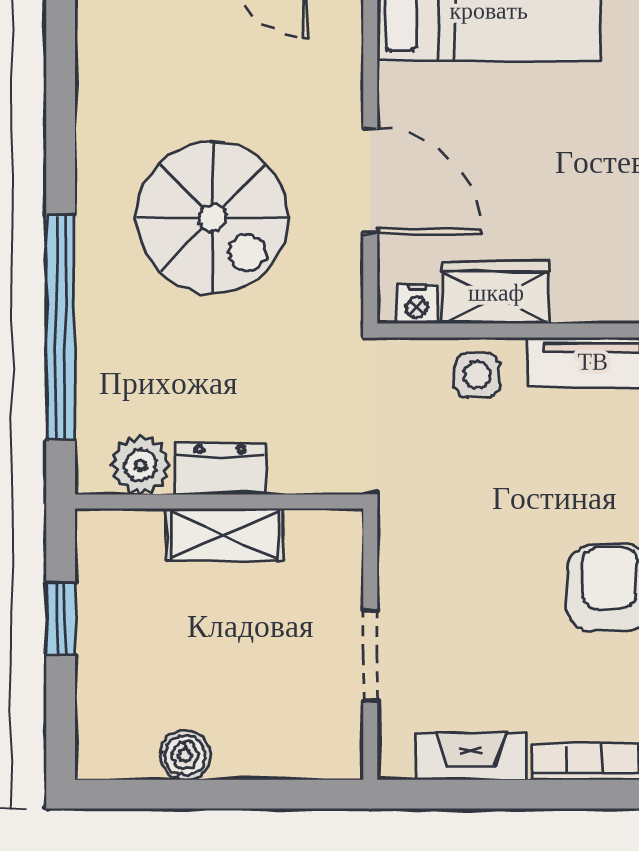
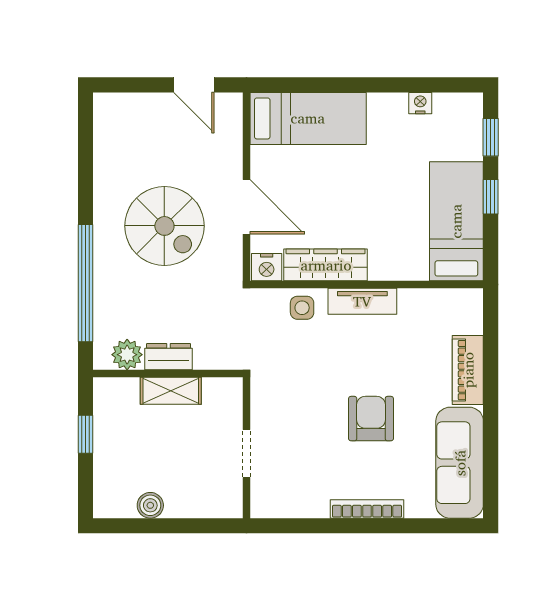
wardrobe: (496, 293) -> (326, 265), width x1.50
nightstand: (417, 304) -> (267, 267), width x1.39, depth x1.35
fireplace: (471, 756) -> (299, 506), removed

